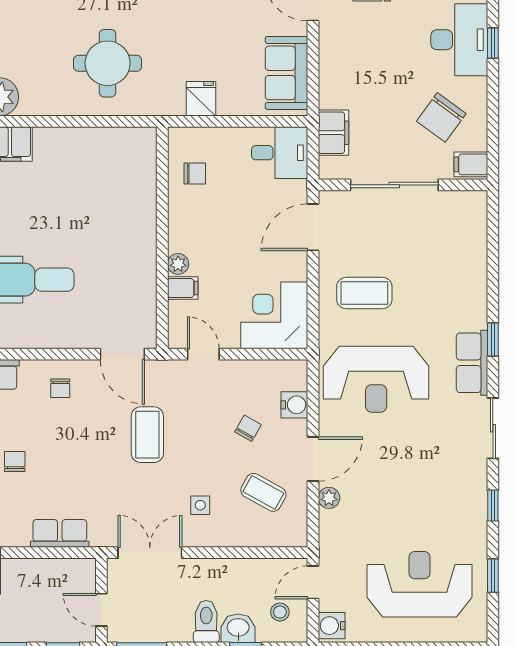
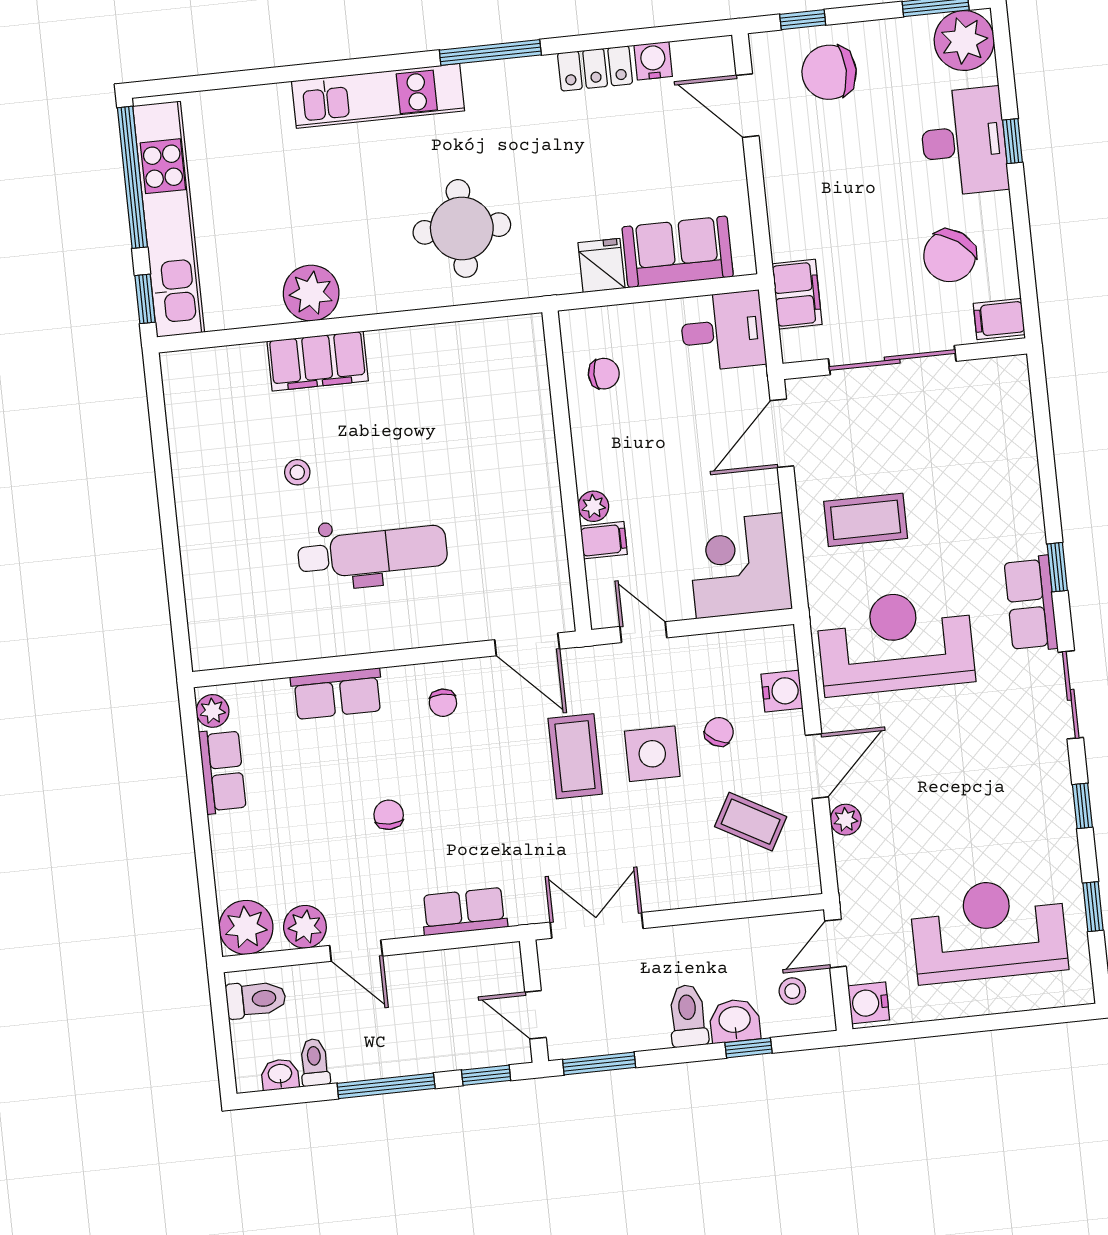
sofa: (287, 73) -> (678, 252), moved, turned 90
reception desk: (376, 379) -> (895, 642), turned 180
side table: (200, 505) -> (652, 754), moved, width x1.87, depth x1.87

